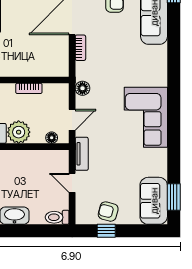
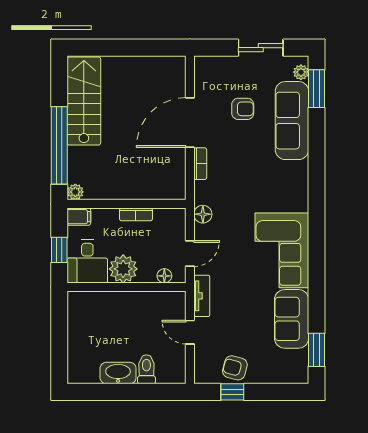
sofa: (154, 201) -> (292, 319), moved
toilet: (57, 217) -> (146, 369), moved, turned 90

